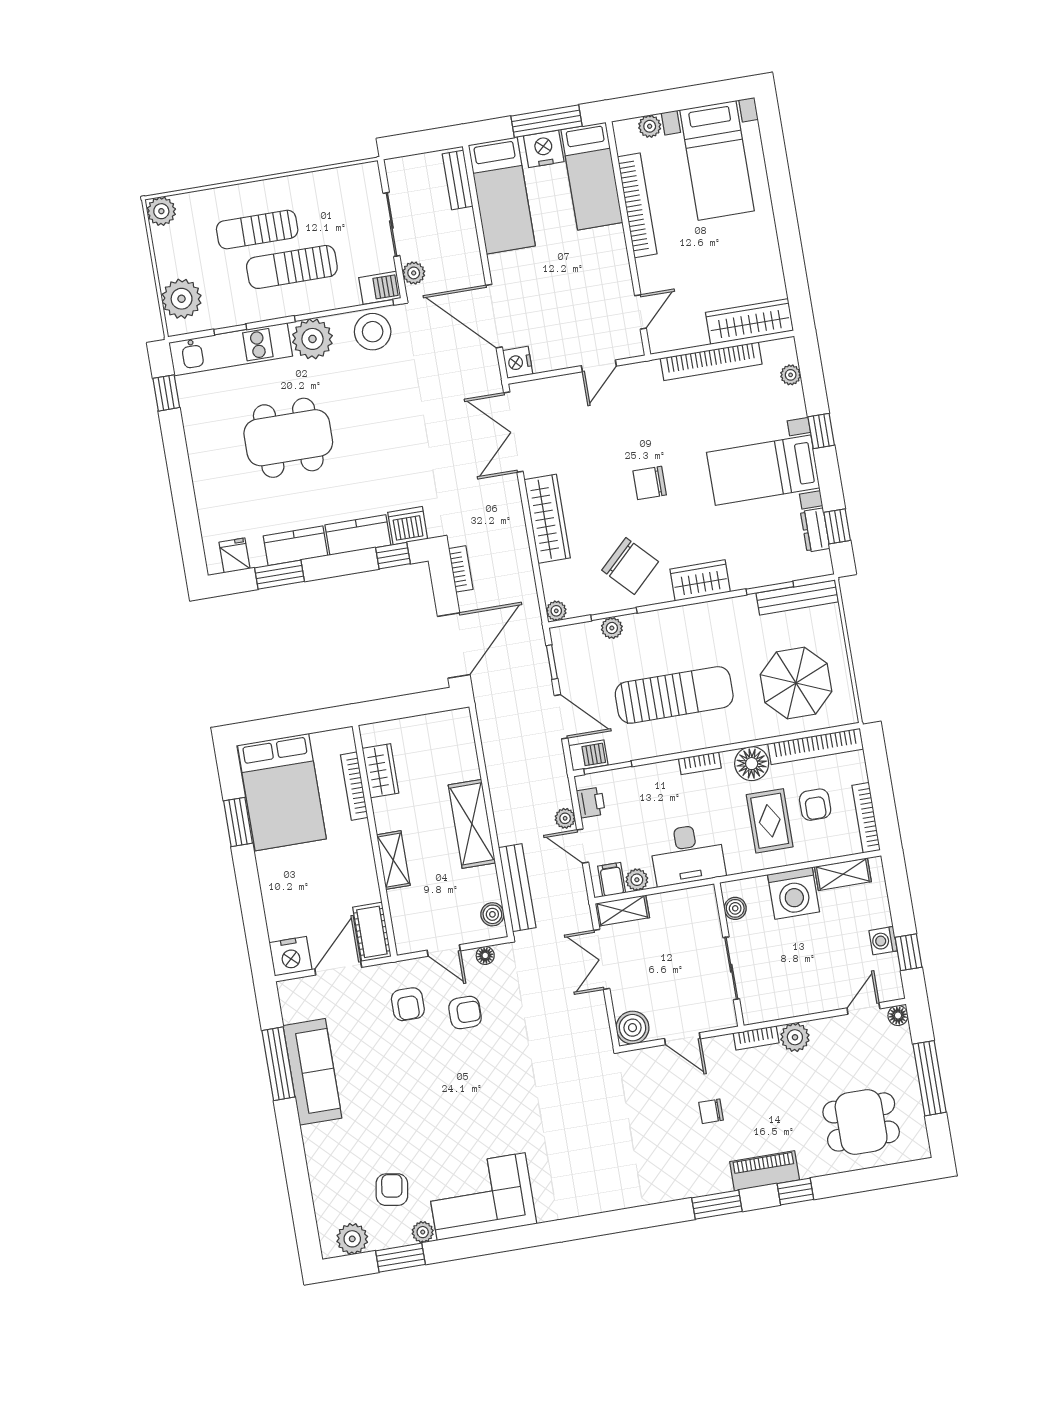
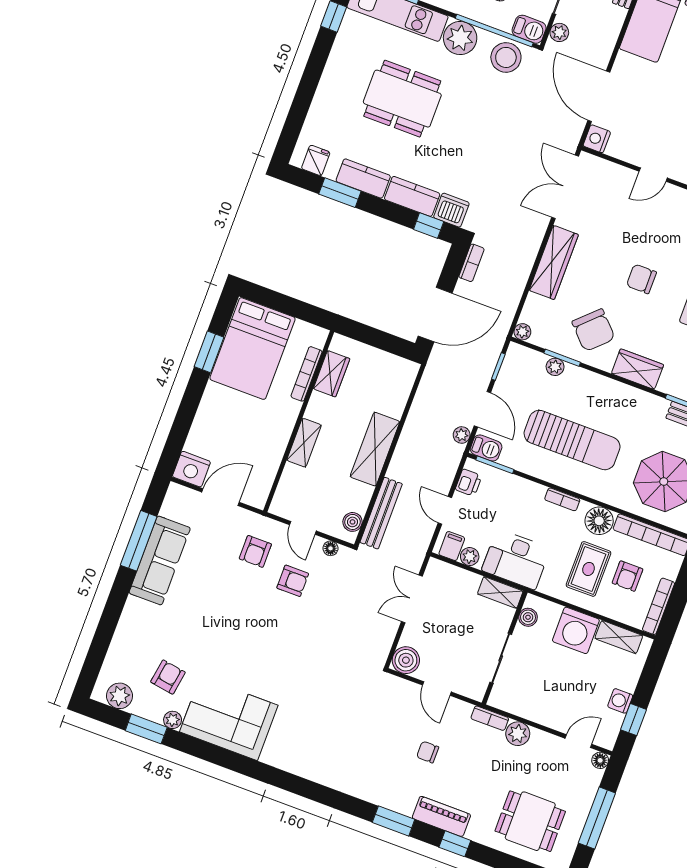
plant: (565, 818) -> (462, 435), moved
shelving: (622, 911) -> (500, 592), moved
cot: (372, 932) -> (259, 485), removed

